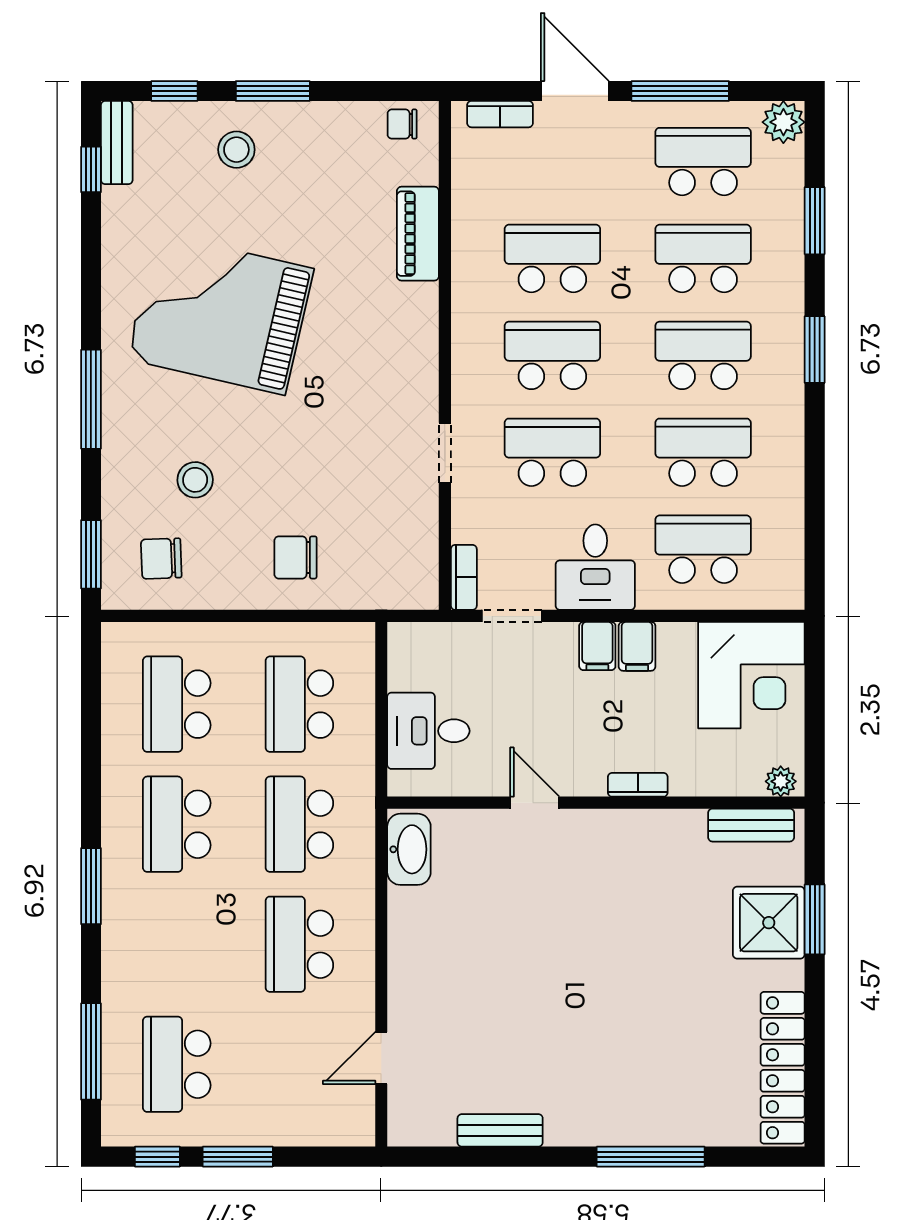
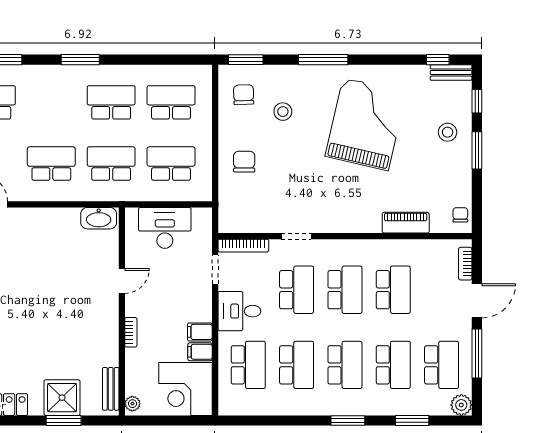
bookcase: (464, 577) -> (243, 246), width x1.56
filing cabinet: (597, 646) -> (200, 352), moved
desk: (428, 731) -> (165, 228), width x1.37

